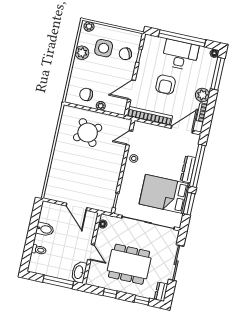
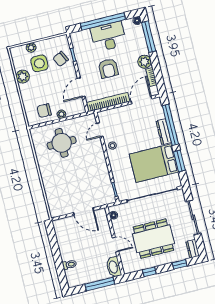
plant: (89, 26) -> (31, 48), moved
round table: (88, 133) -> (62, 143), turned 37
bidet: (45, 229) -> (66, 244), removed

